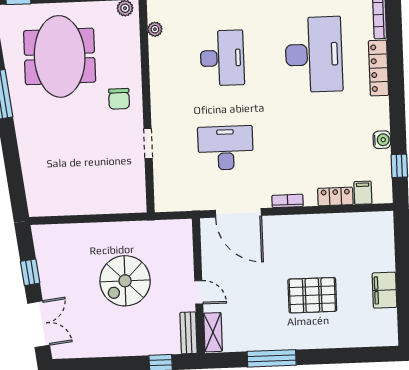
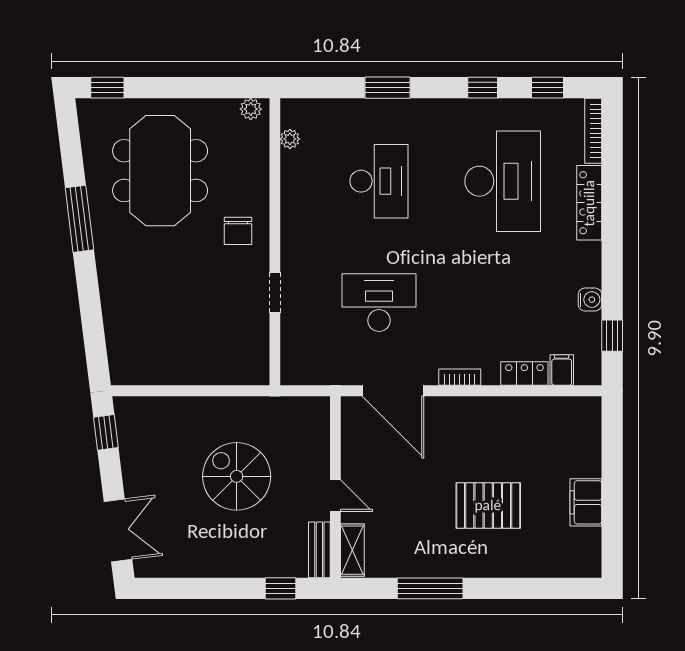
window: (30, 272) -> (106, 432), moved
spiral stairs: (125, 281) -> (237, 476), turned 90

